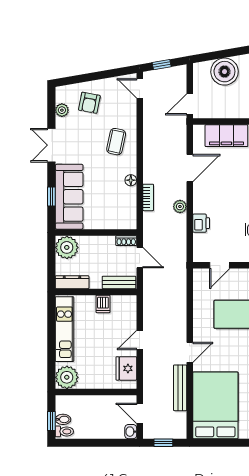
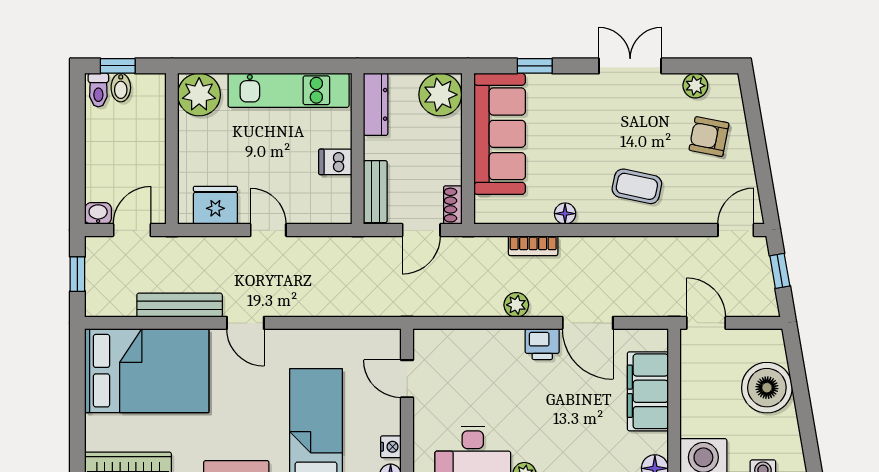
sofa: (69, 197) -> (500, 134), moved, turned -90
printer: (201, 223) -> (542, 344), moved

